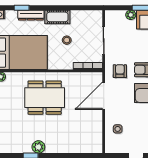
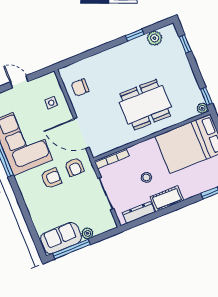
dresser: (31, 15) -> (139, 212), moved
door: (104, 96) -> (81, 133), swing flipped
chair: (90, 132) -> (80, 87), added
plant: (38, 147) -> (155, 38), moved

